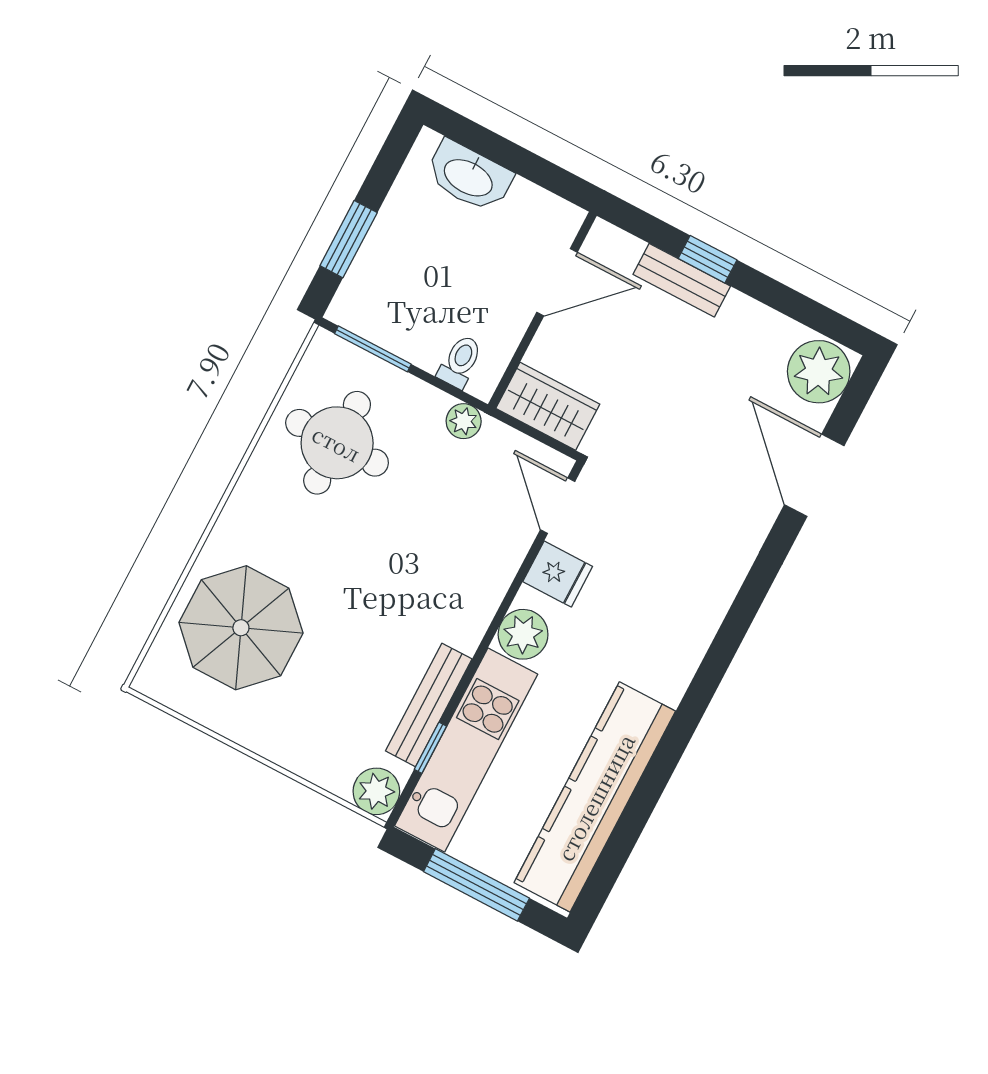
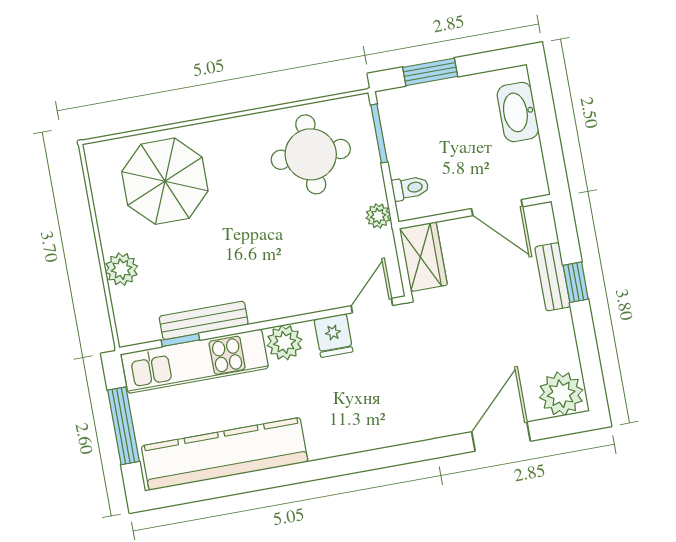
plant: (376, 791) -> (122, 269), moved

